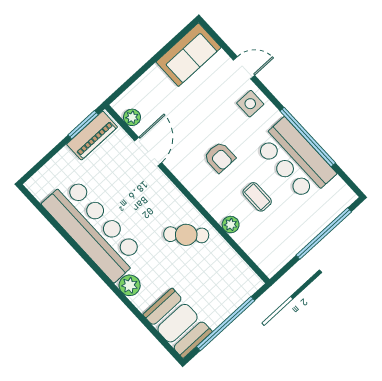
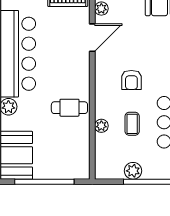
cafe table: (186, 235) -> (69, 108), turned -45
plant: (298, 239) -> (133, 171), added

